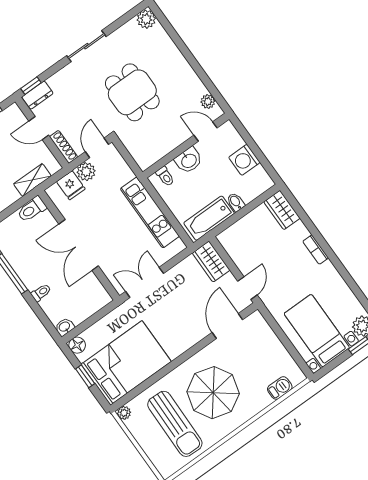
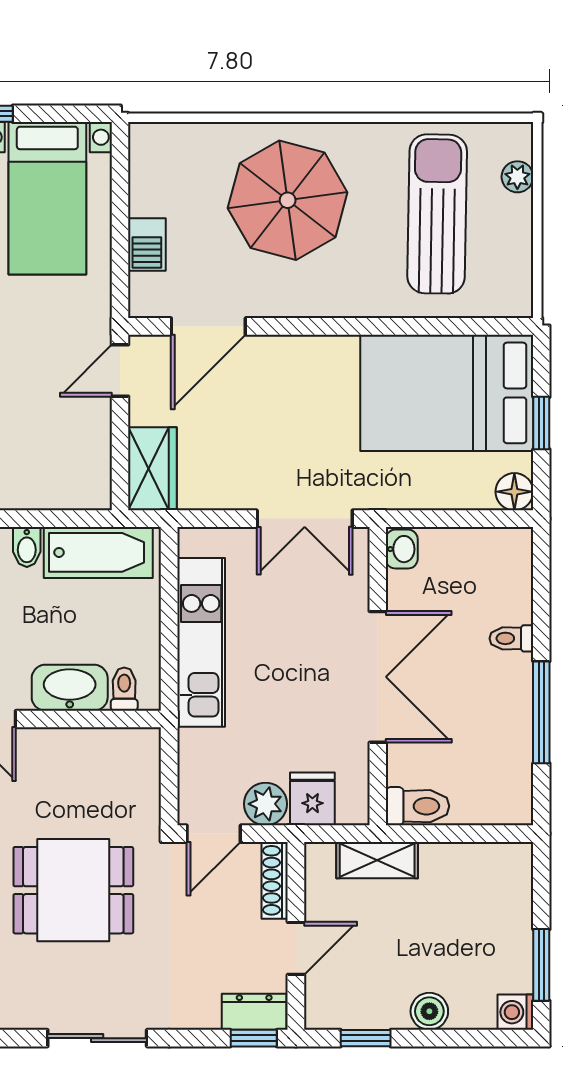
dining table: (132, 92) -> (73, 890), turned 90
door: (39, 128) -> (296, 948), hinge flipped
washbasin: (189, 160) -> (70, 688), width x1.38
washbasin: (65, 327) -> (402, 549), moved, turned -90
barbecue: (280, 388) -> (147, 245), moved, turned -90
parasol: (213, 393) -> (288, 200), moved
plant: (124, 413) -> (517, 177), moved

